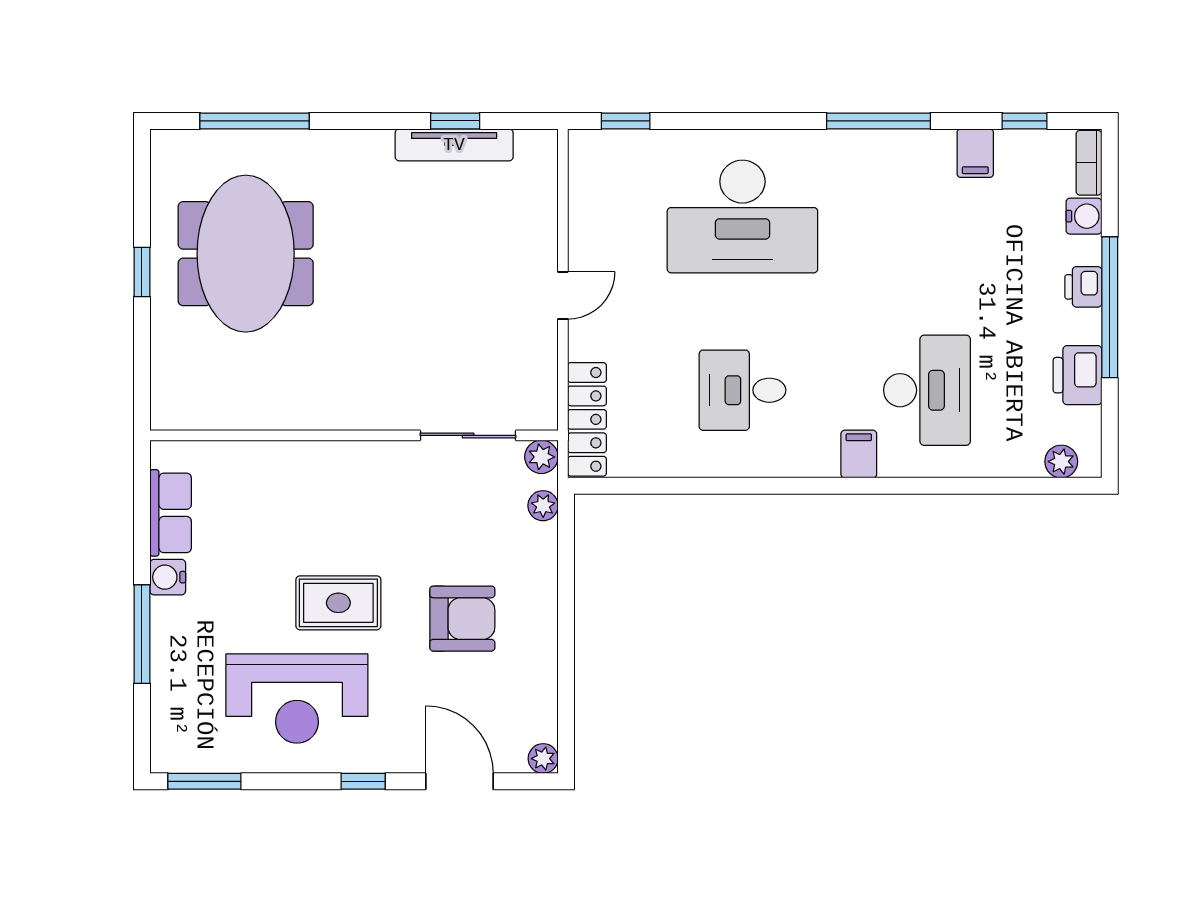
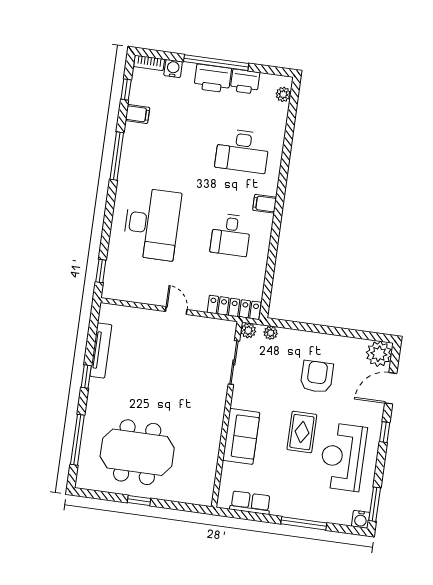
window: (455, 121) -> (86, 376), moved
printer: (1083, 287) -> (213, 78), width x1.87, depth x1.48
desk: (927, 390) -> (242, 151), turned 180
filing cabinet: (859, 454) -> (265, 204), moved
sofa: (311, 473) -> (241, 436), added
water cooler: (168, 577) -> (361, 519), moved
reception desk: (297, 699) -> (343, 457), turned 180
plant: (543, 759) -> (379, 354), width x1.87, depth x1.87

